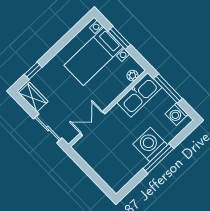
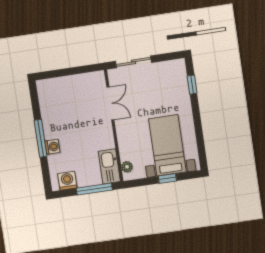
window: (119, 38) -> (167, 178), width x0.67
kitchen sink: (139, 95) -> (109, 166), width x0.73, depth x0.81
wardrobe: (33, 97) -> (169, 68), removed
washing machine: (150, 144) -> (52, 147), width x0.53, depth x0.53

